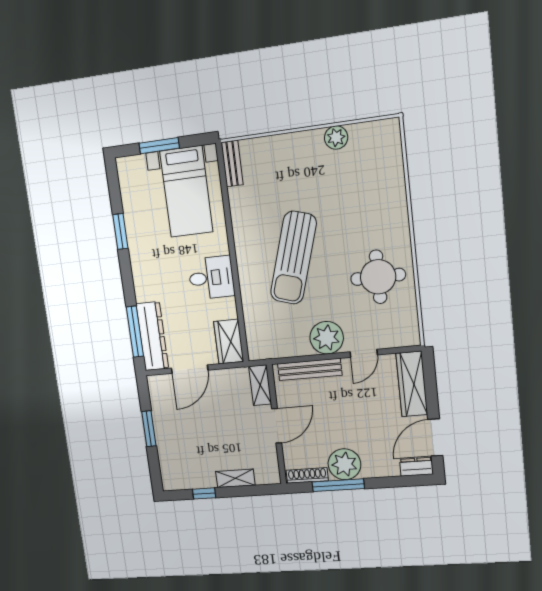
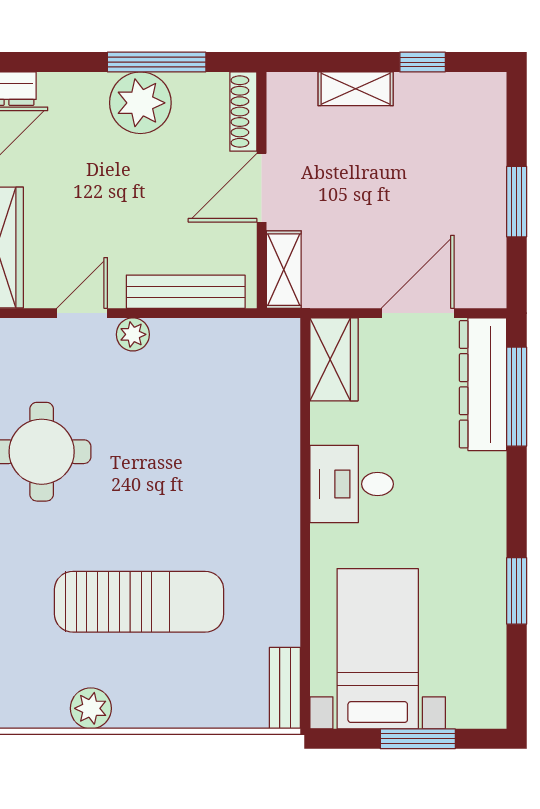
sun lounger: (293, 258) -> (139, 602), moved, turned 73
plant: (327, 338) -> (133, 334), width x0.53, depth x0.53
shoe rack: (307, 475) -> (243, 112), moved, turned 90

